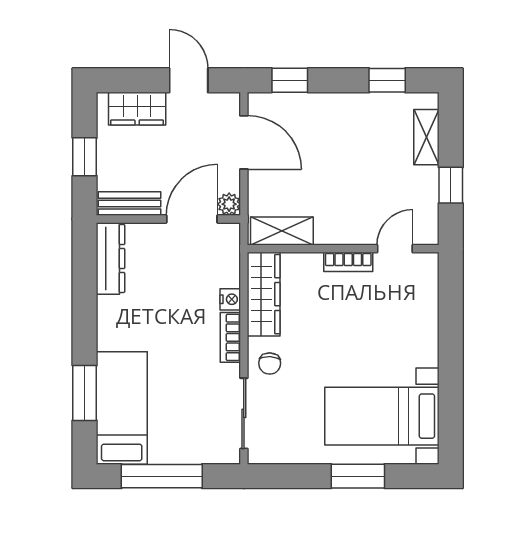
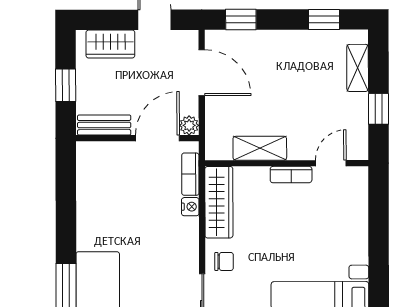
shelving: (282, 231) -> (260, 148), moved
dresser: (110, 258) -> (88, 172), removed
bookcase: (230, 337) -> (190, 174), moved
chair: (270, 364) -> (224, 261), turned -93

